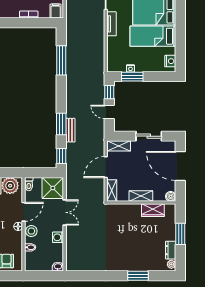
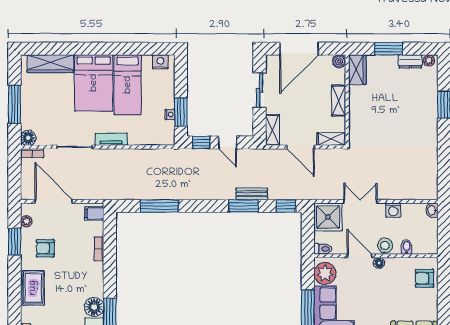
door: (109, 112) -> (228, 142), hinge flipped
wardrobe: (153, 210) -> (357, 70), moved

